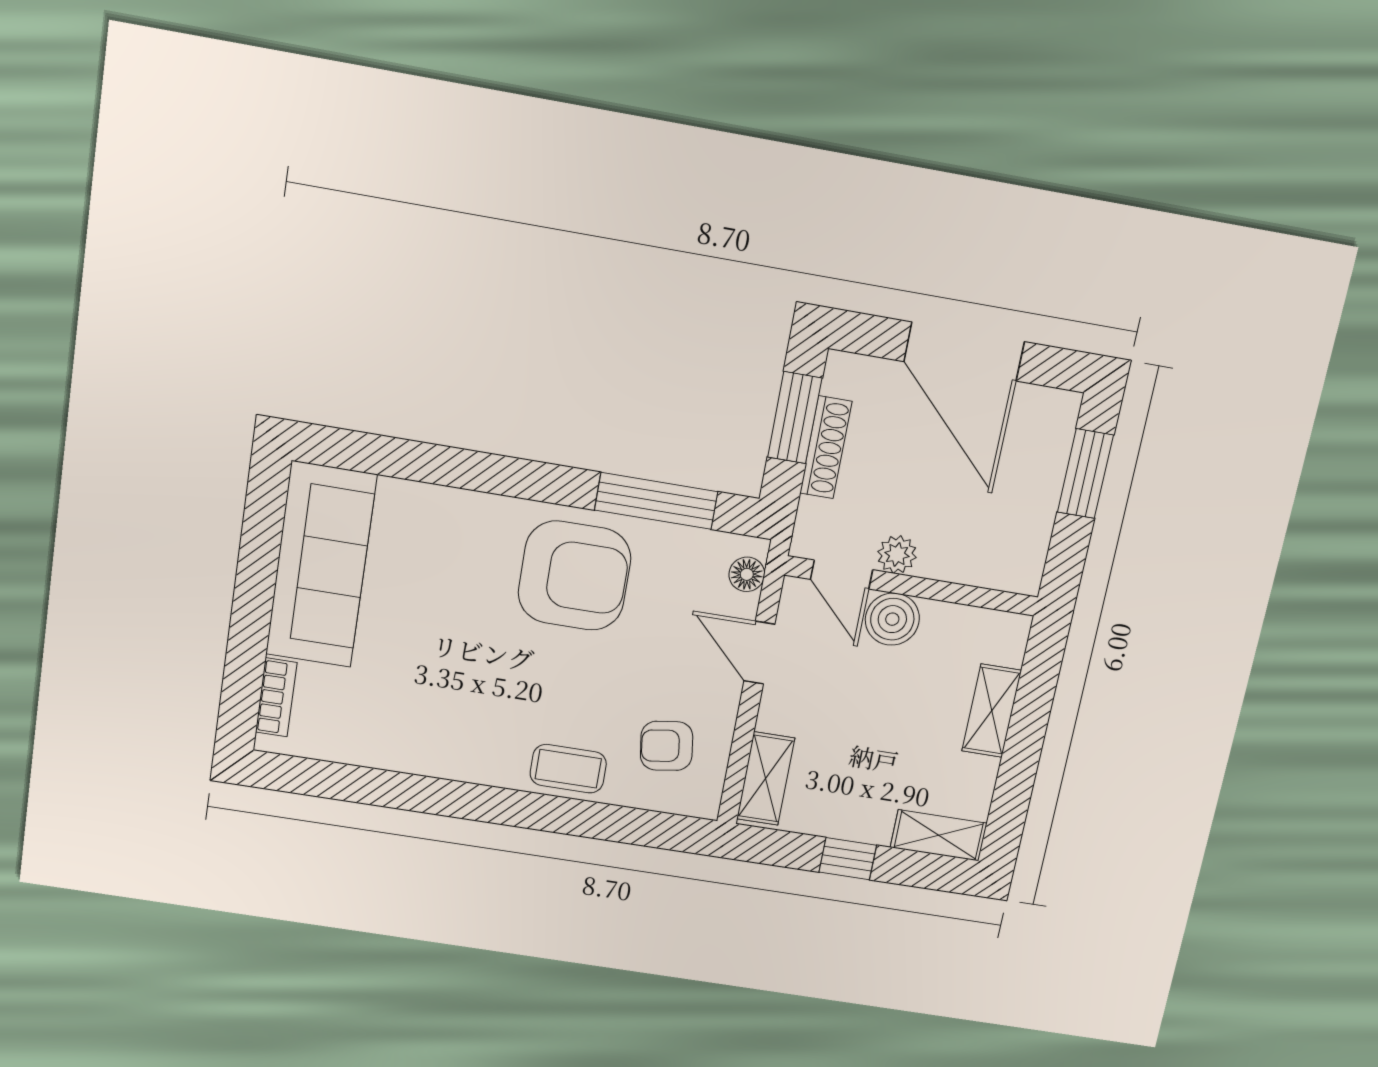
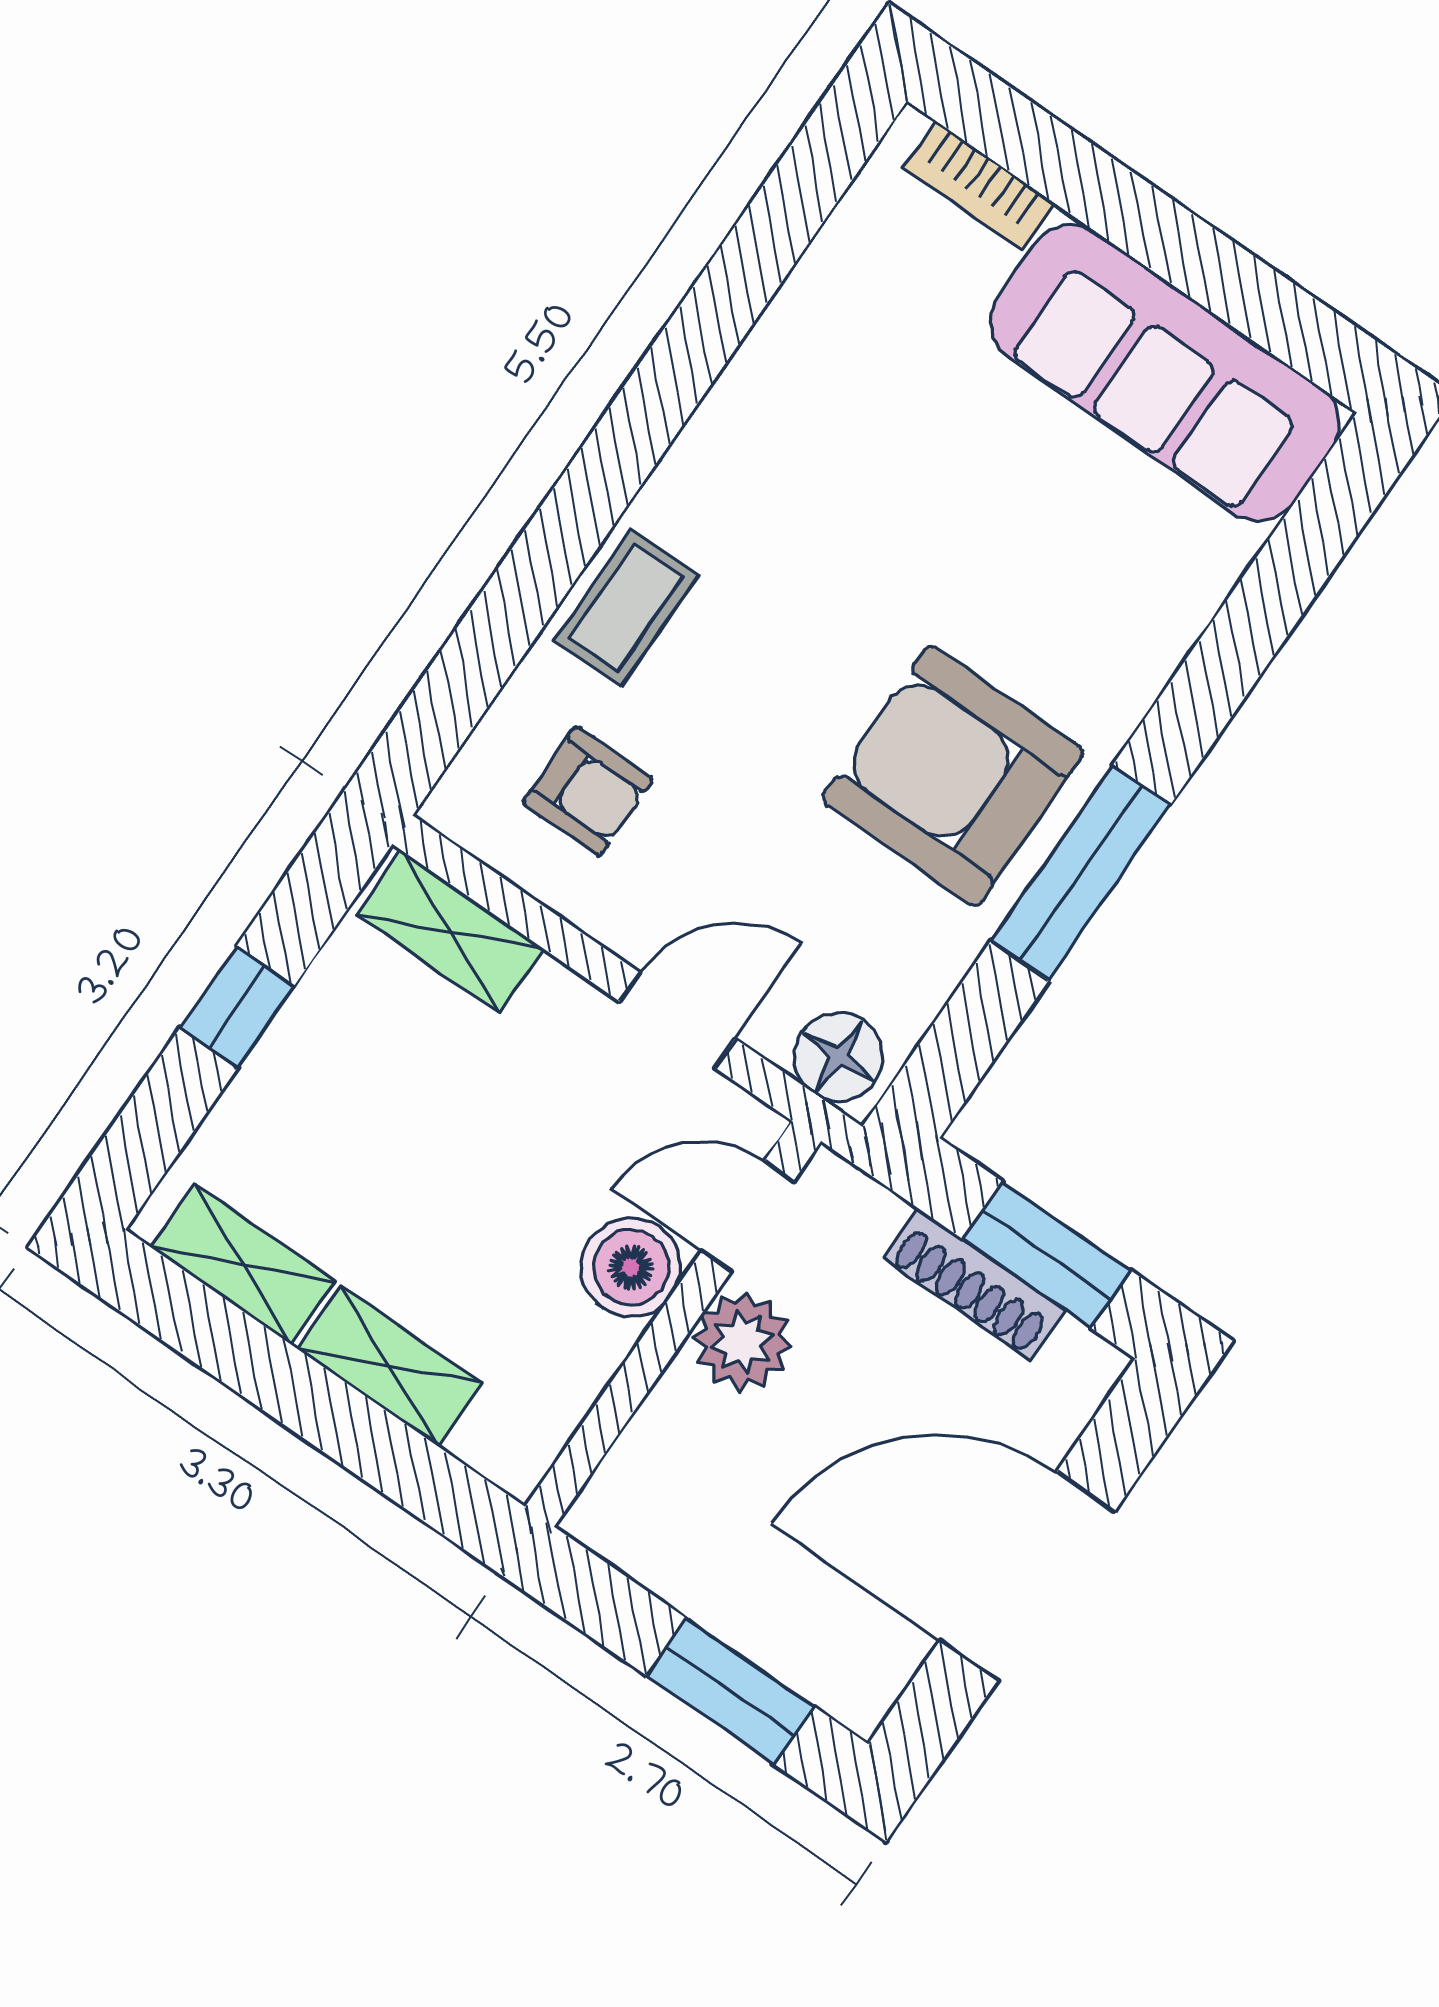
window: (656, 501) -> (1080, 873), moved
plant: (897, 554) -> (742, 1342), width x1.38, depth x1.38
floor lamp: (747, 574) -> (839, 1057), width x1.37, depth x1.37
armchair: (574, 576) -> (953, 776), turned 90
armchair: (667, 746) -> (588, 791), turned 98
shelving: (939, 835) -> (243, 1264), moved, turned 90

